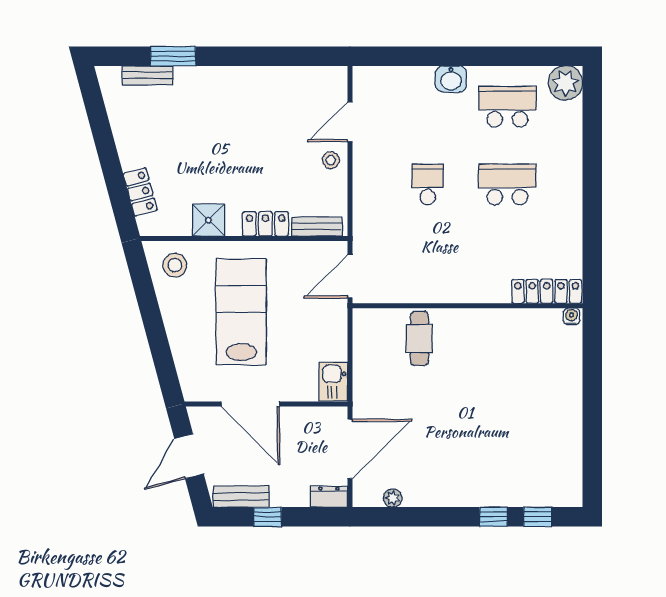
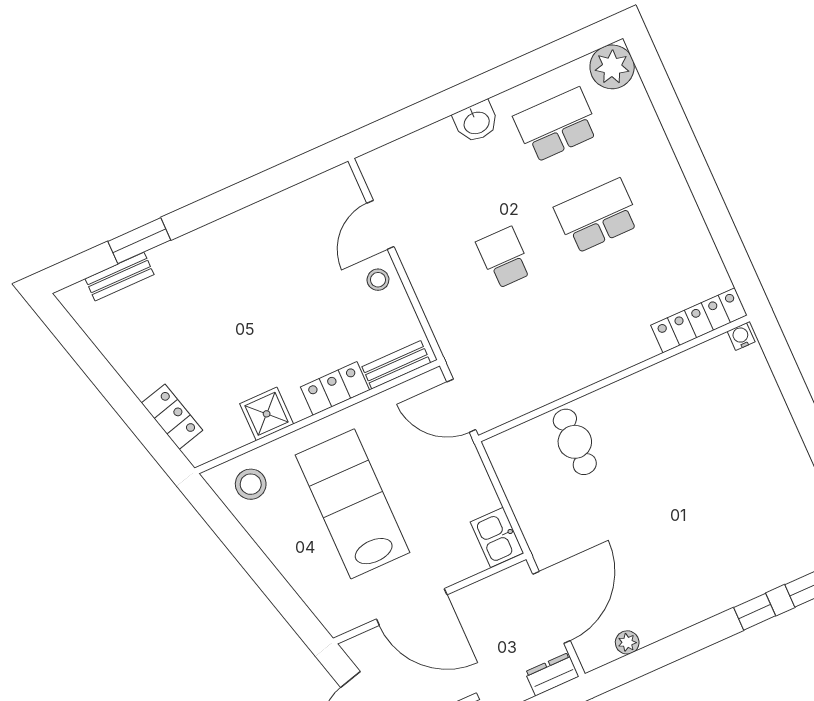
door: (350, 276) -> (461, 406), hinge flipped

